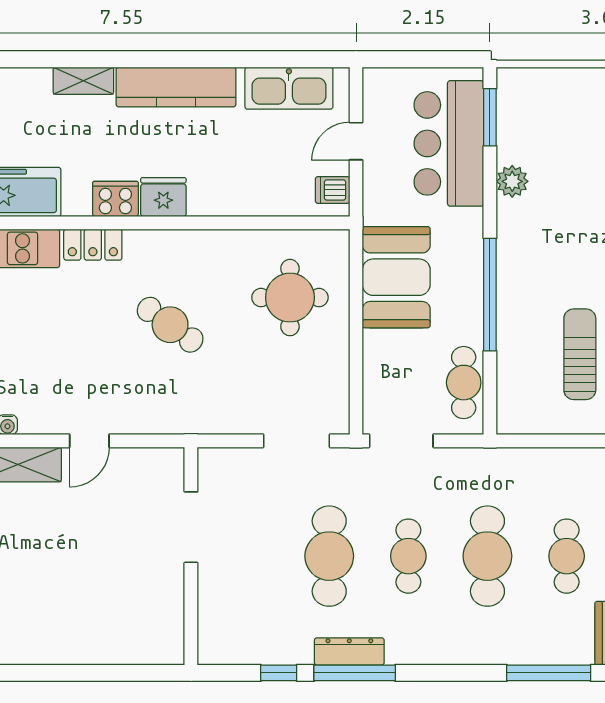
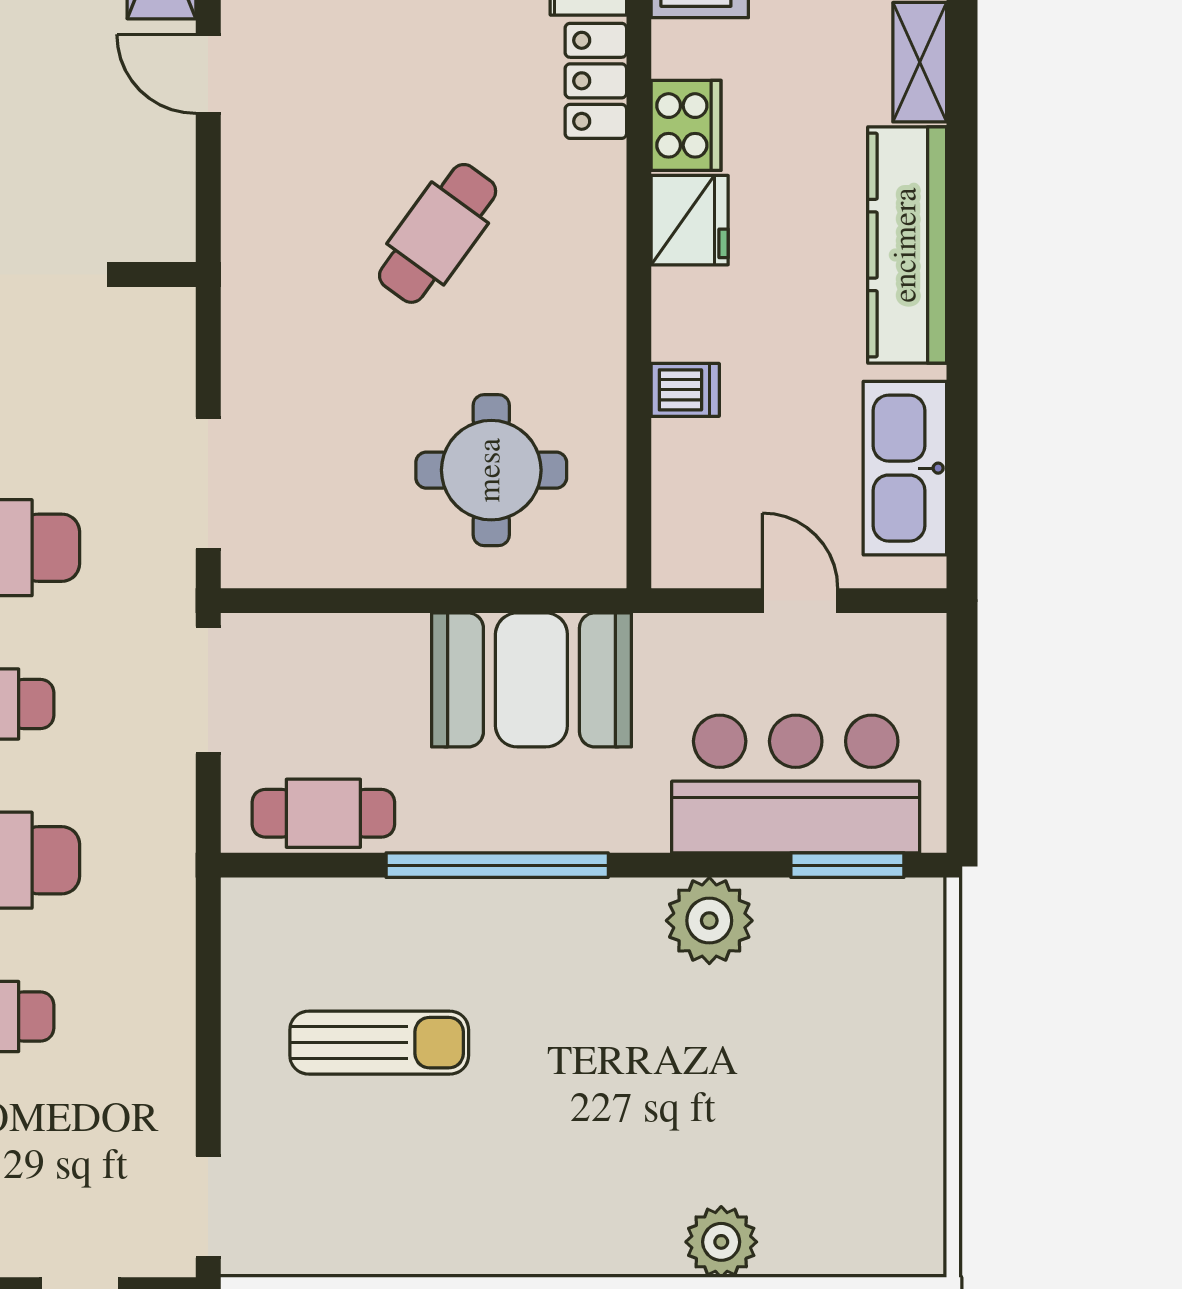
plant: (512, 181) -> (709, 921), width x1.36, depth x1.36
dishwasher: (333, 190) -> (685, 390), moved, turned 90

